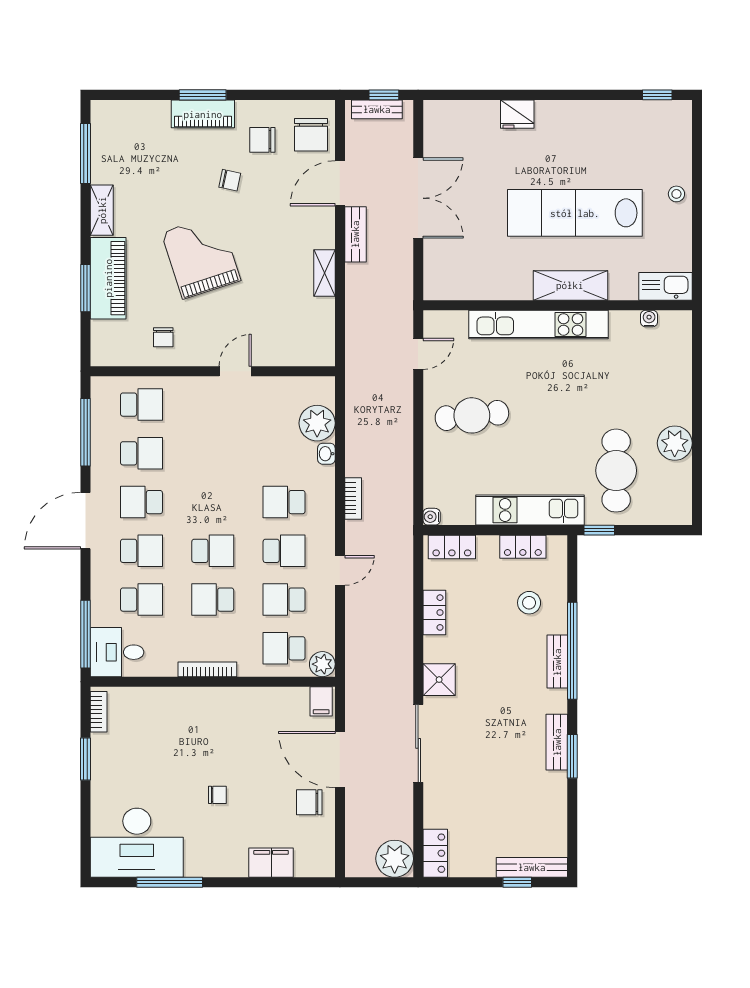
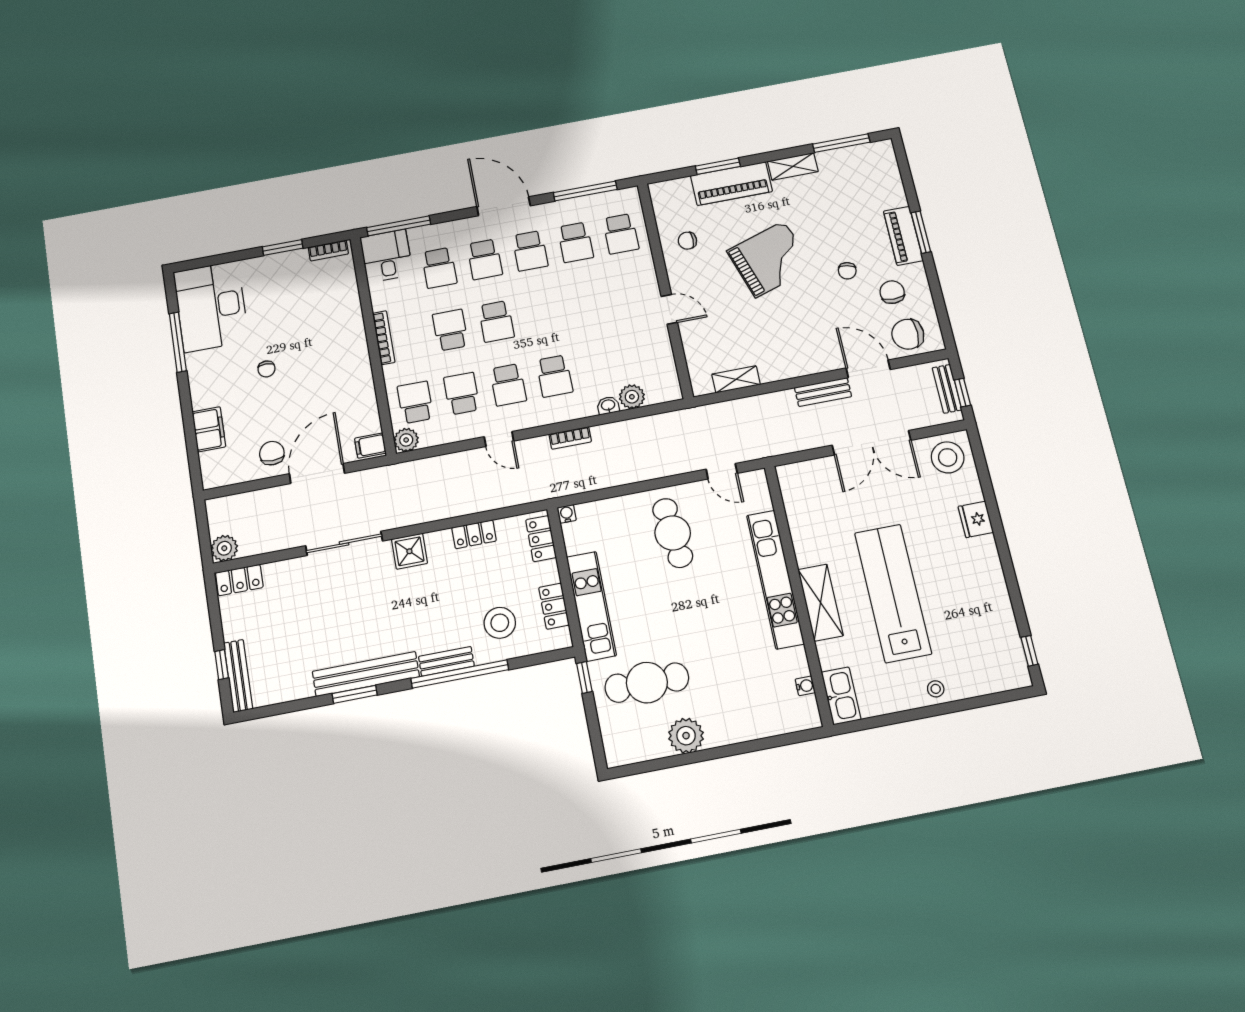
stool: (448, 126) -> (948, 457), added
shelving: (324, 273) -> (736, 379), moved
plant: (317, 423) -> (632, 397), width x0.73, depth x0.73
school desk: (141, 502) -> (530, 251), turned 180
school desk: (284, 502) -> (554, 376), turned 180
stool: (529, 603) -> (500, 623), width x1.38, depth x1.38
bench: (557, 742) -> (366, 674), width x1.86, depth x1.21
plant: (395, 859) -> (224, 548), width x0.73, depth x0.73

